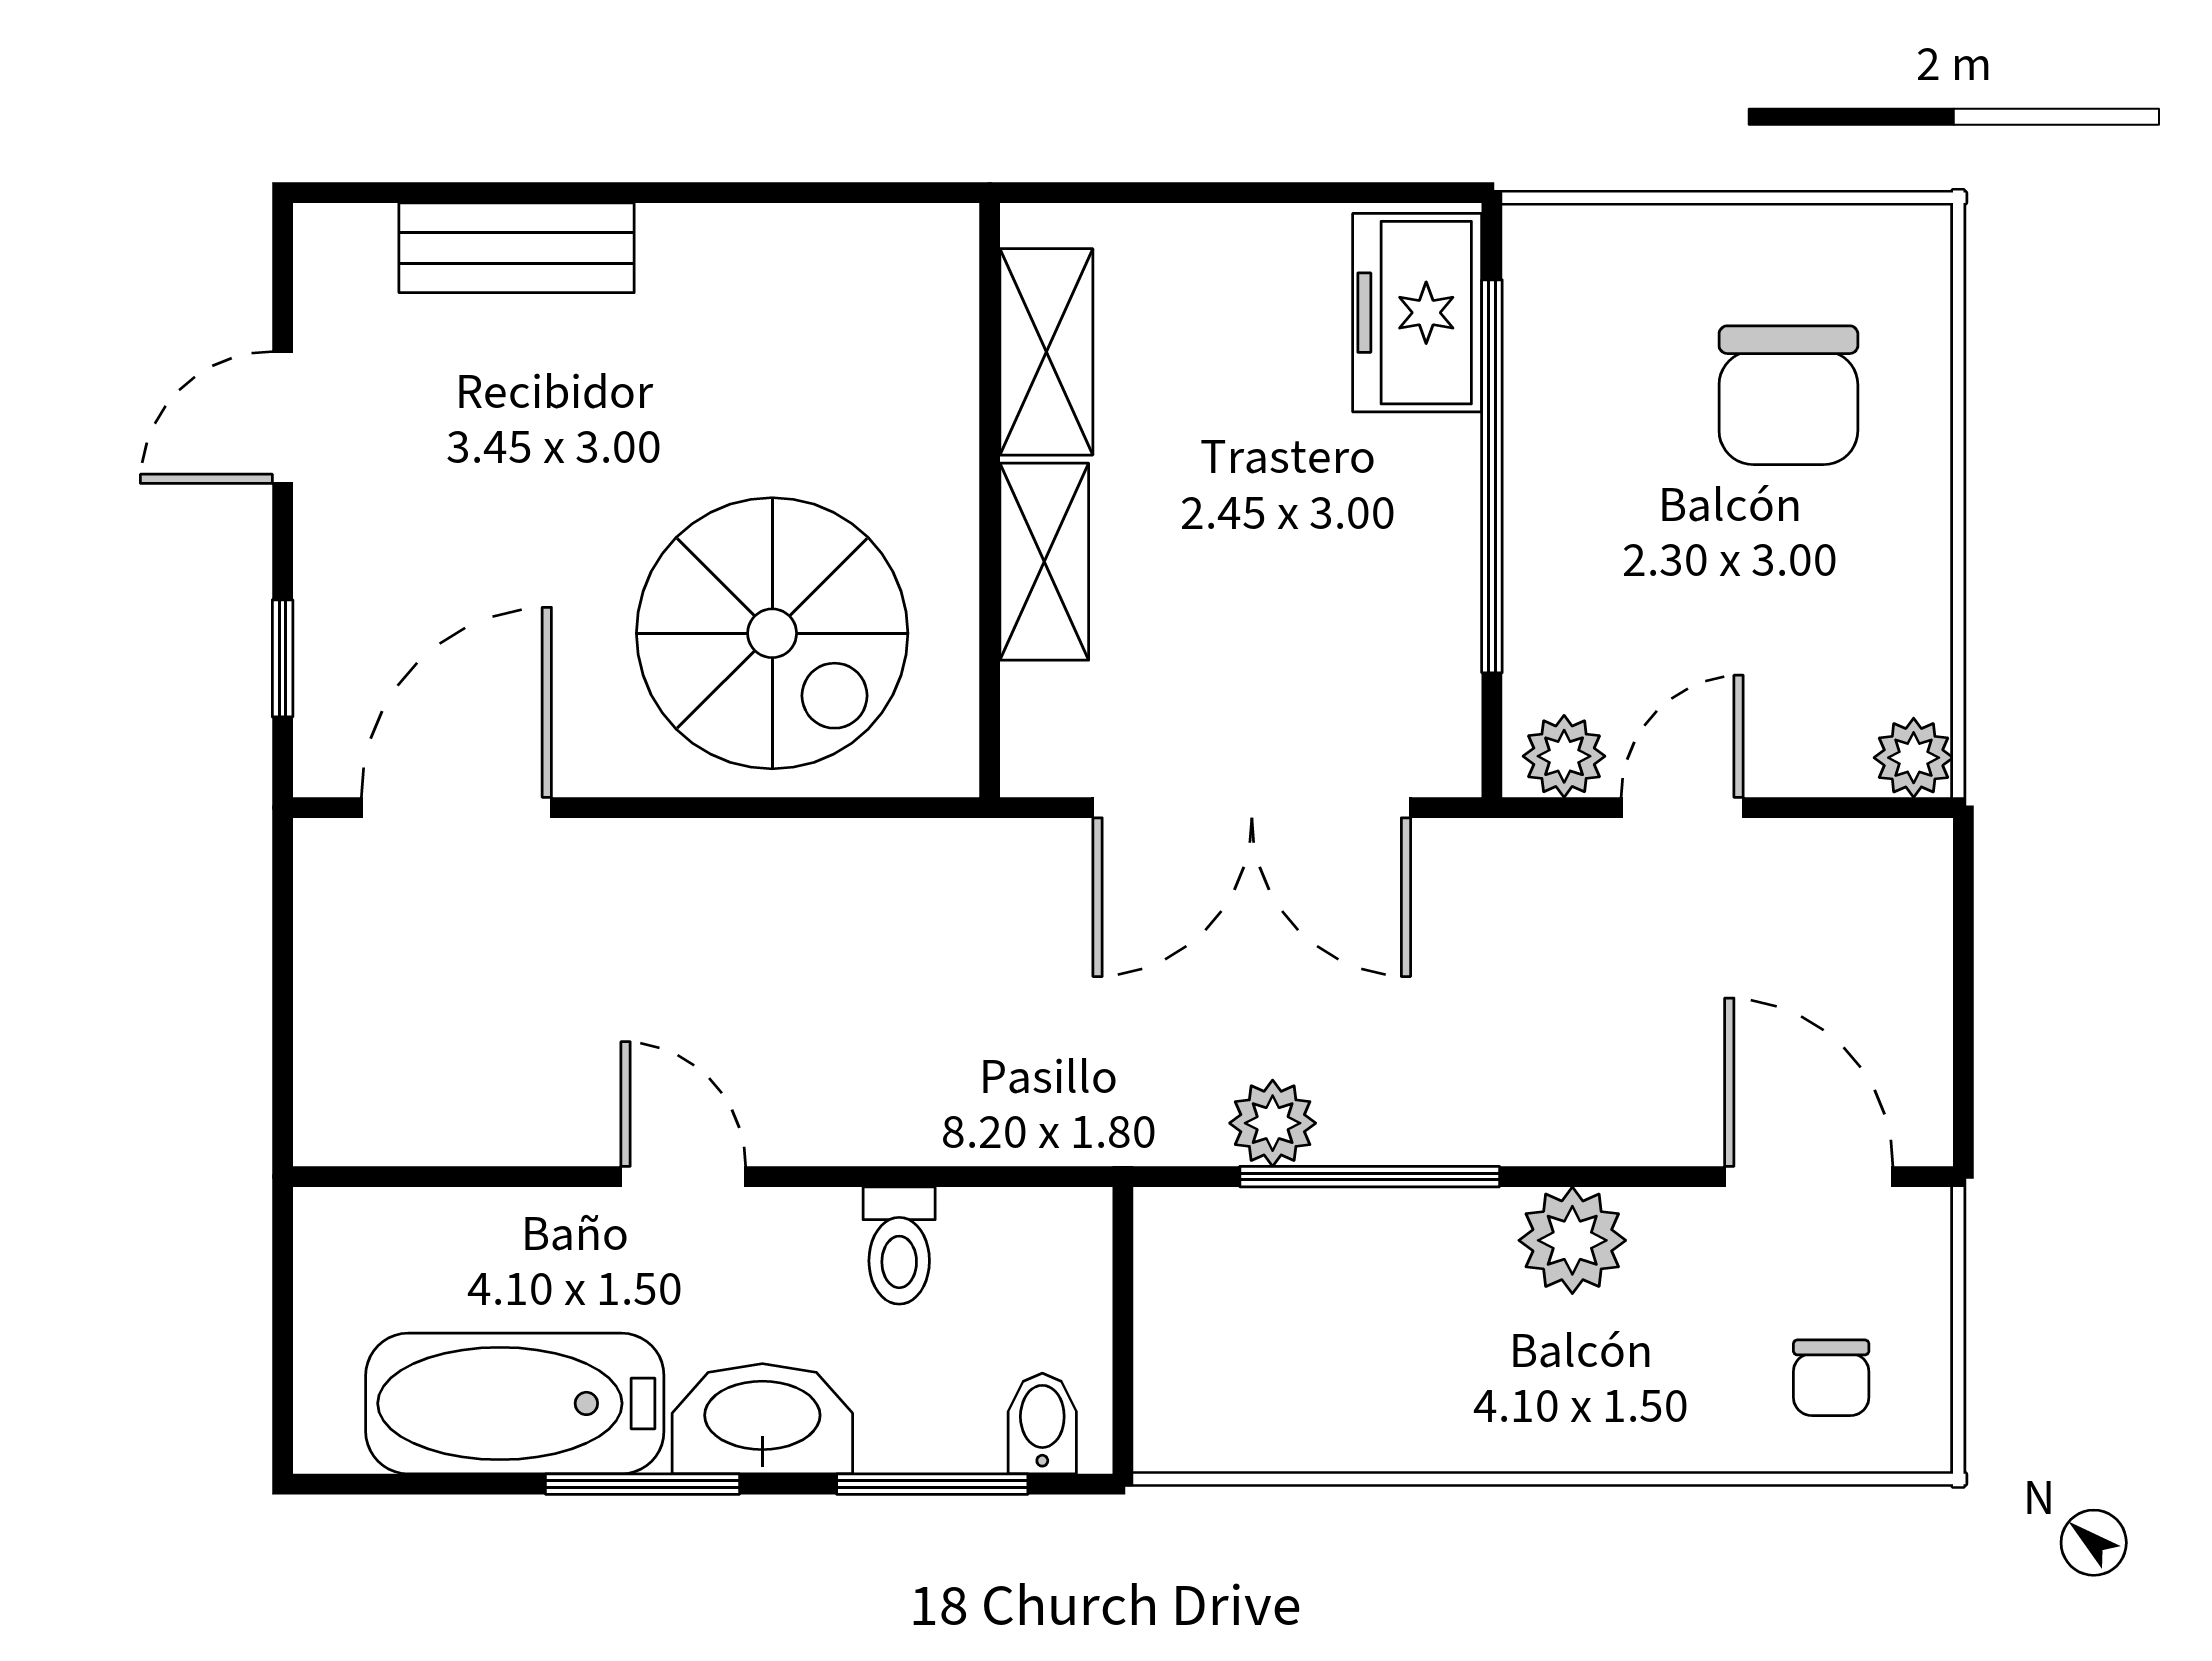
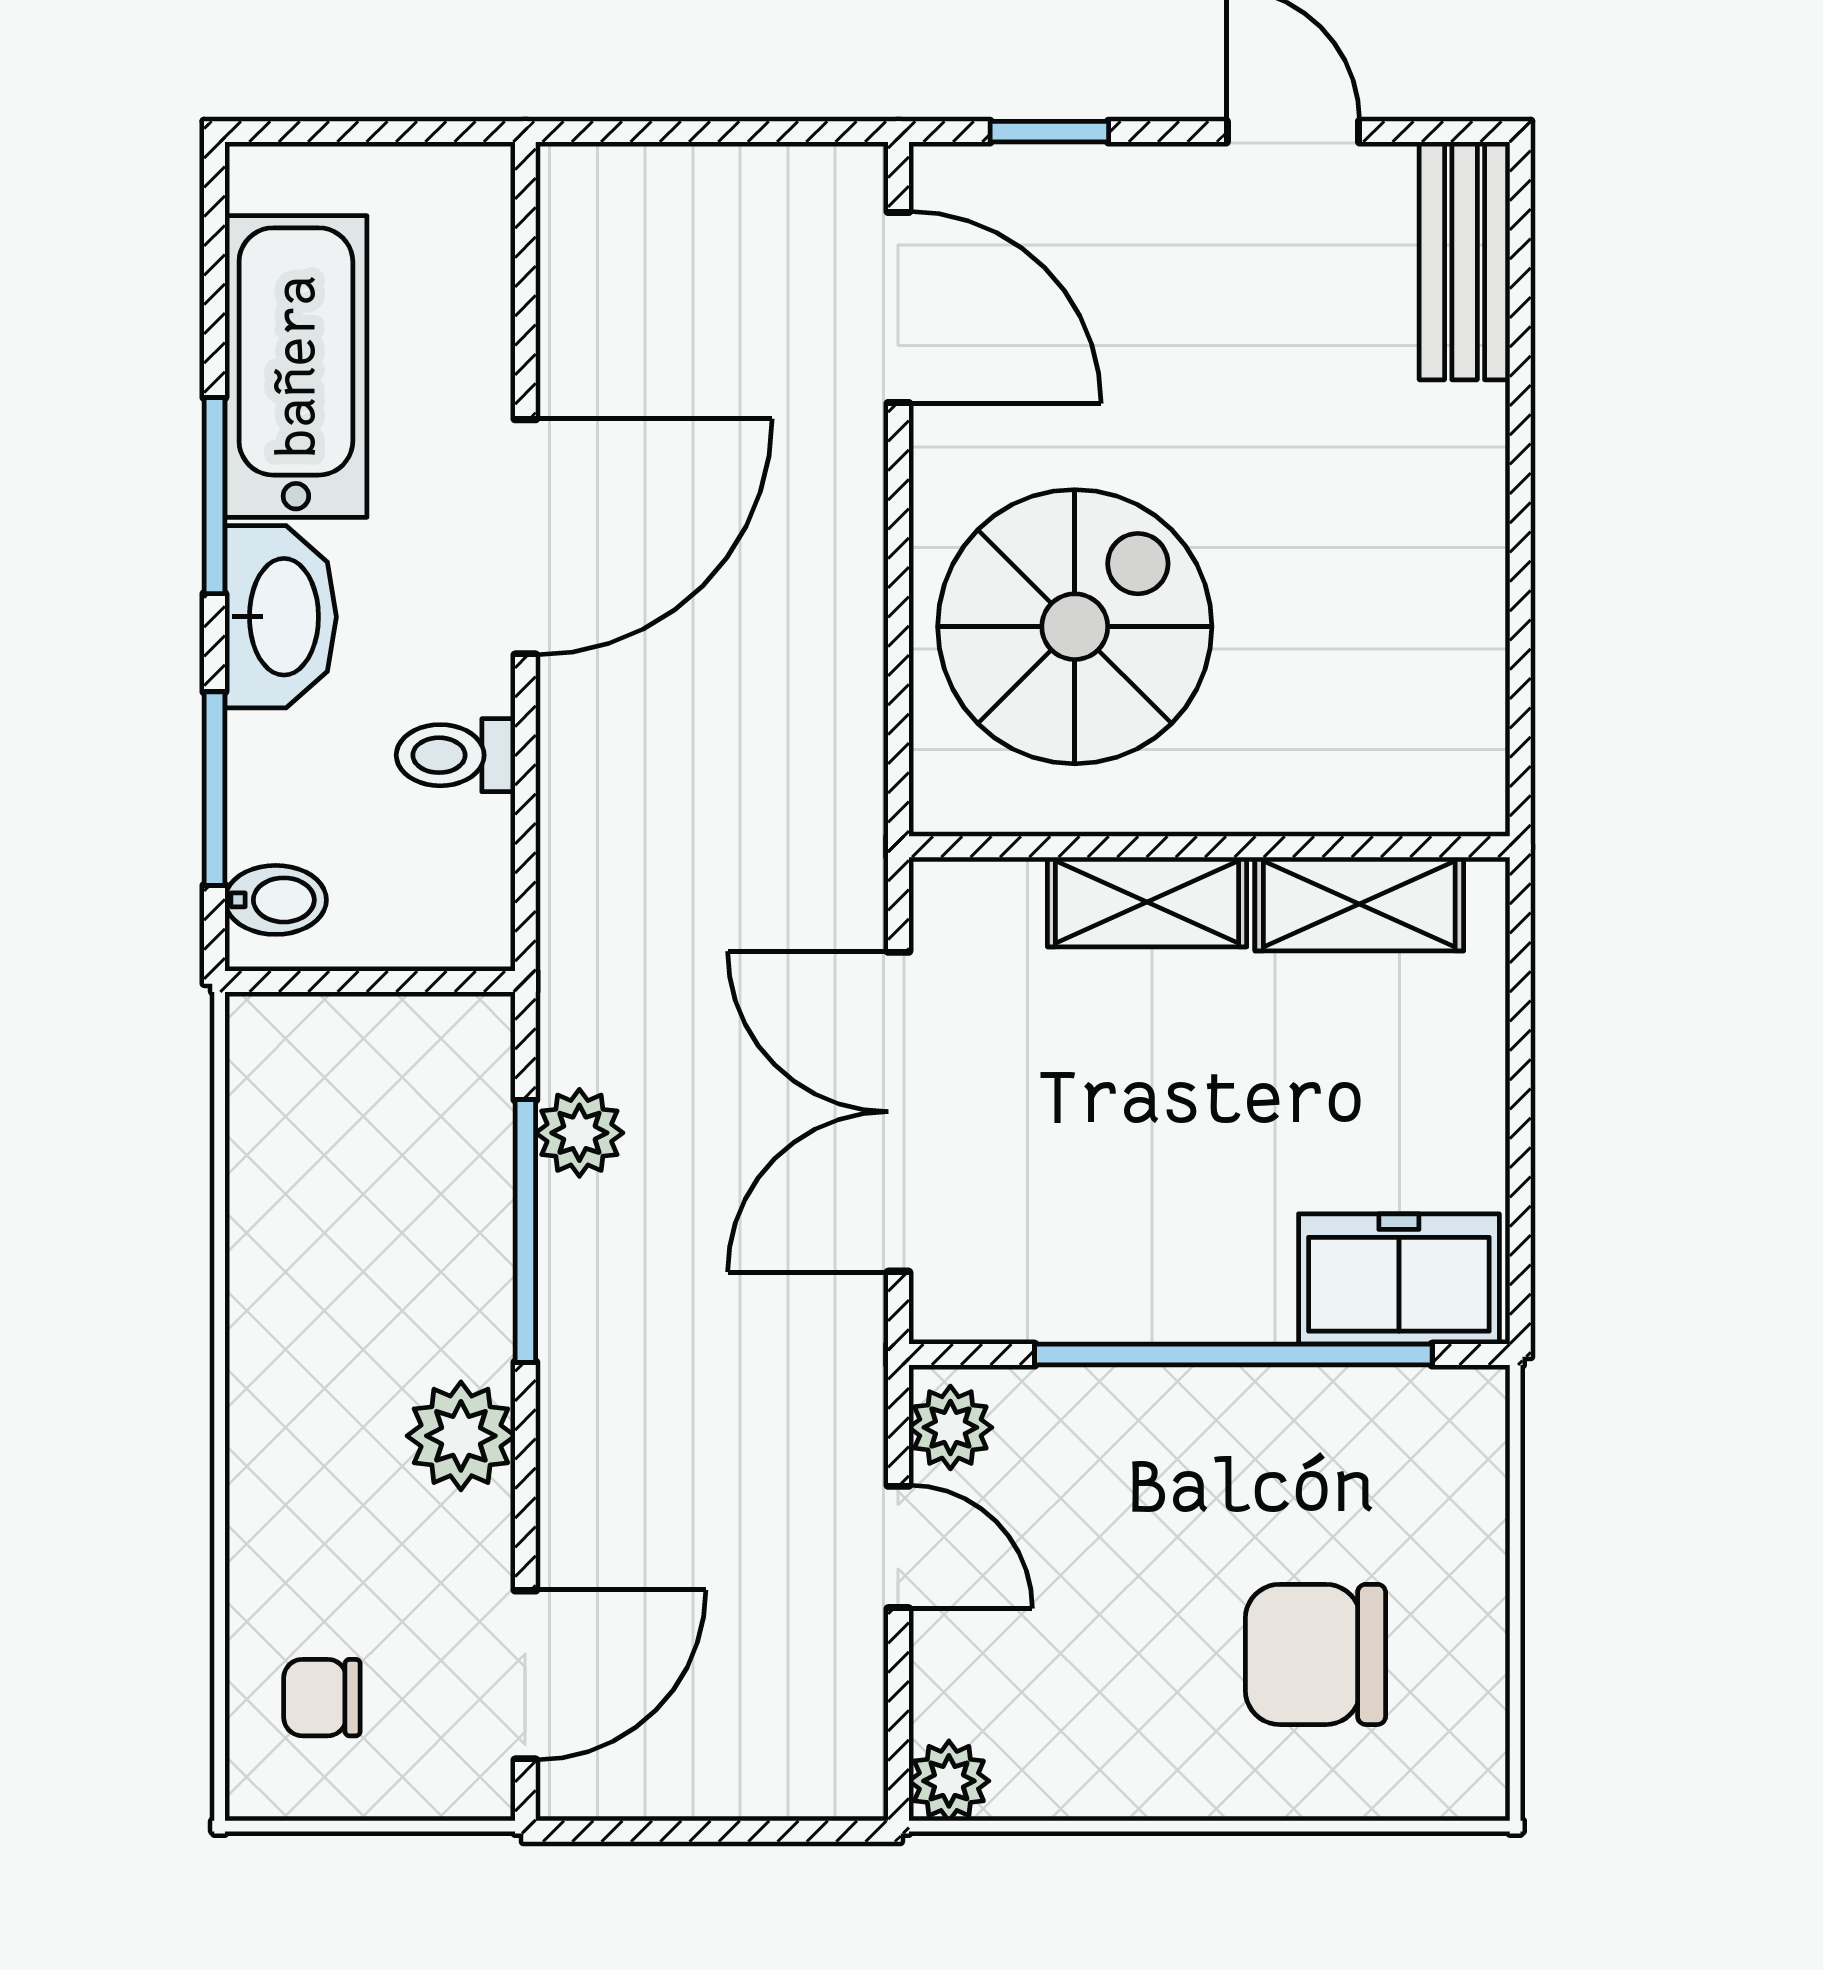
bench: (517, 248) -> (1465, 261), moved
spiral stairs: (772, 633) -> (1075, 627), turned 180
door: (683, 1177) -> (525, 537), width x1.88

